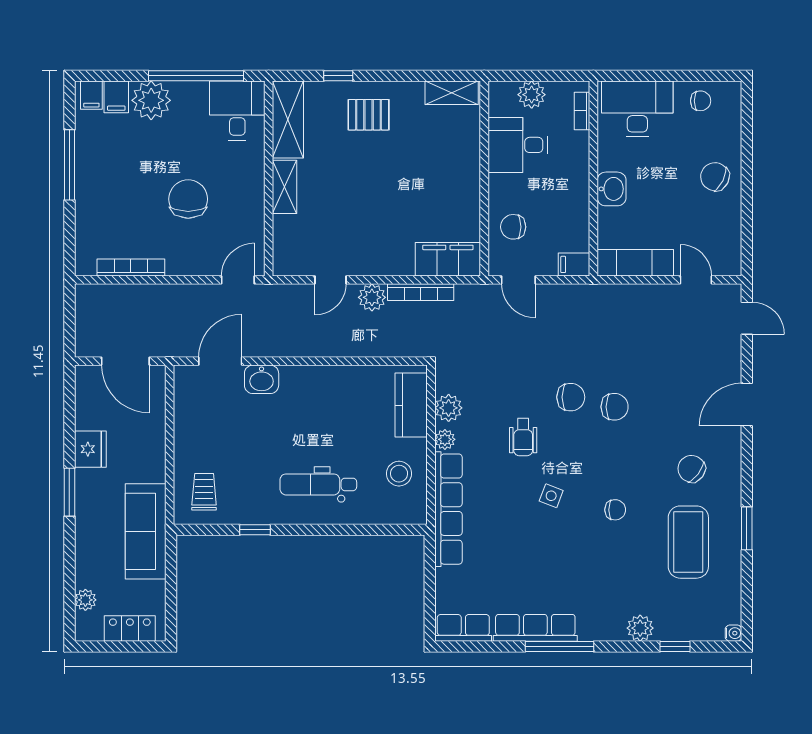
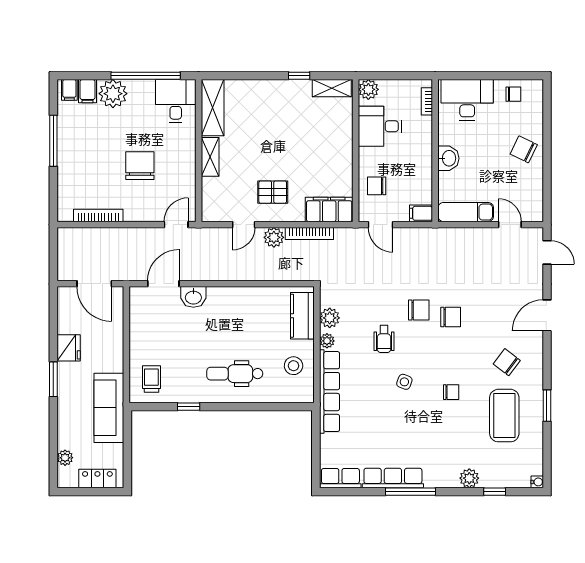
window: (338, 76) -> (299, 76), moved
plant: (532, 95) -> (368, 89), moved
pallet: (369, 115) -> (273, 192), moved

